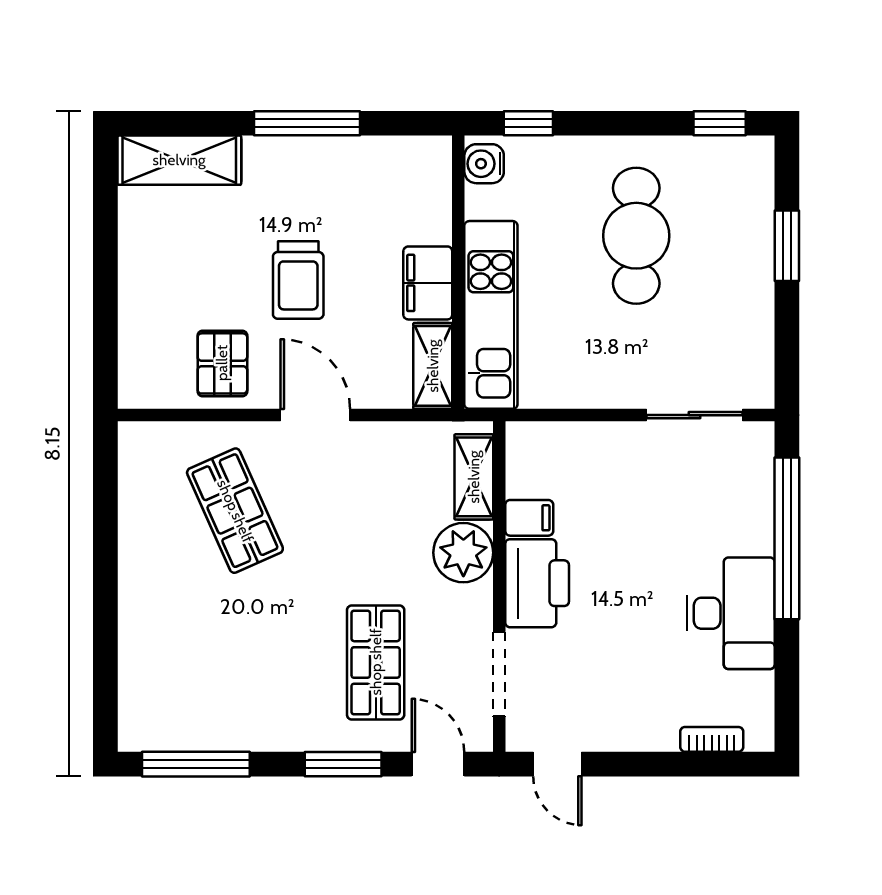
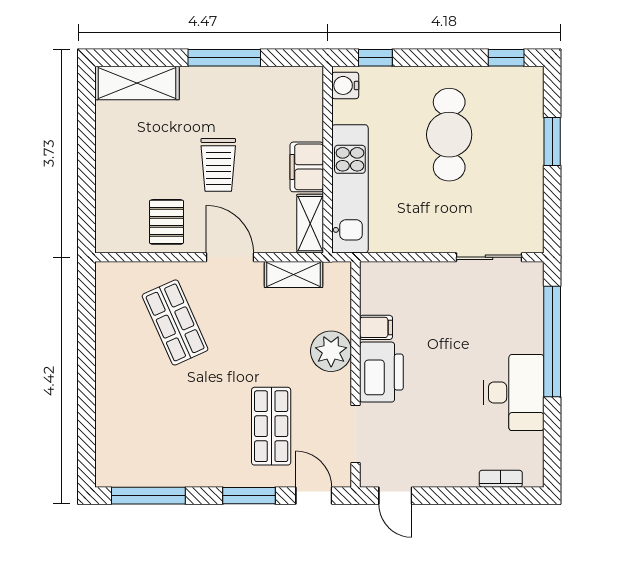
shelving: (474, 477) -> (294, 275), moved, turned 90

